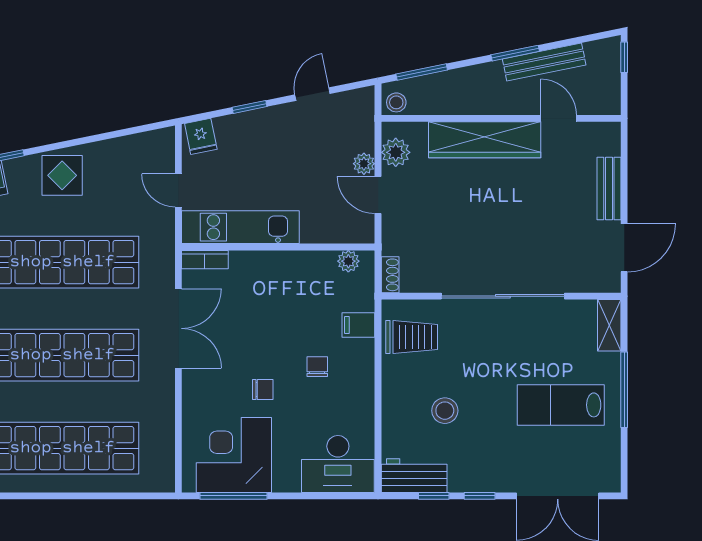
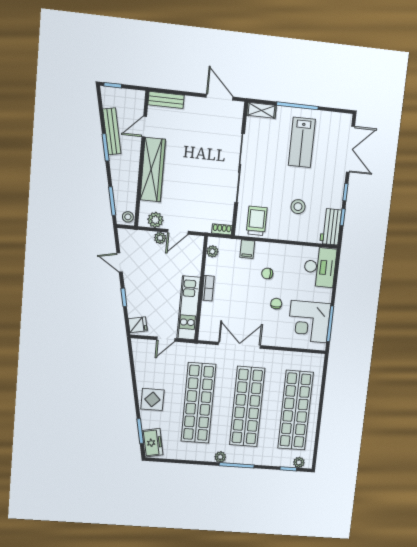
bench: (609, 188) -> (166, 100), moved
bookcase: (205, 260) -> (208, 288), moved

